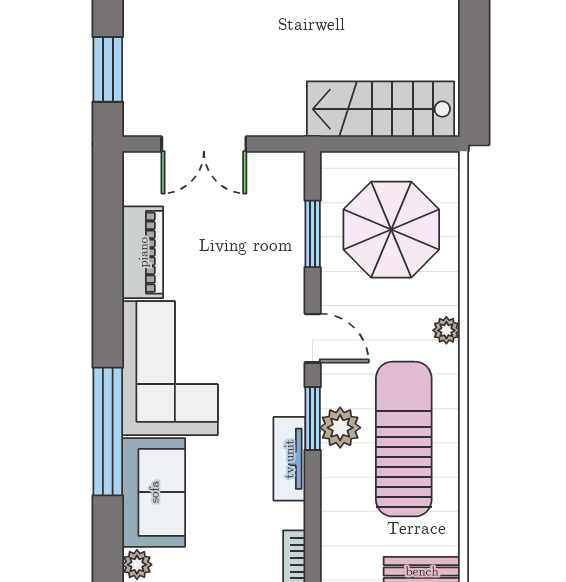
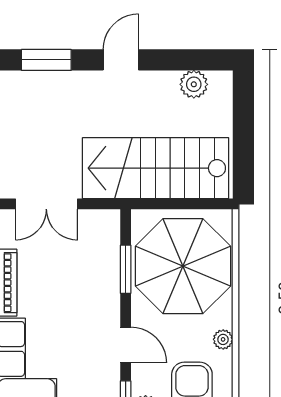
stairs: (380, 109) -> (156, 168), width x1.36, depth x1.51
parasol: (391, 230) -> (183, 266), width x1.36, depth x1.36

